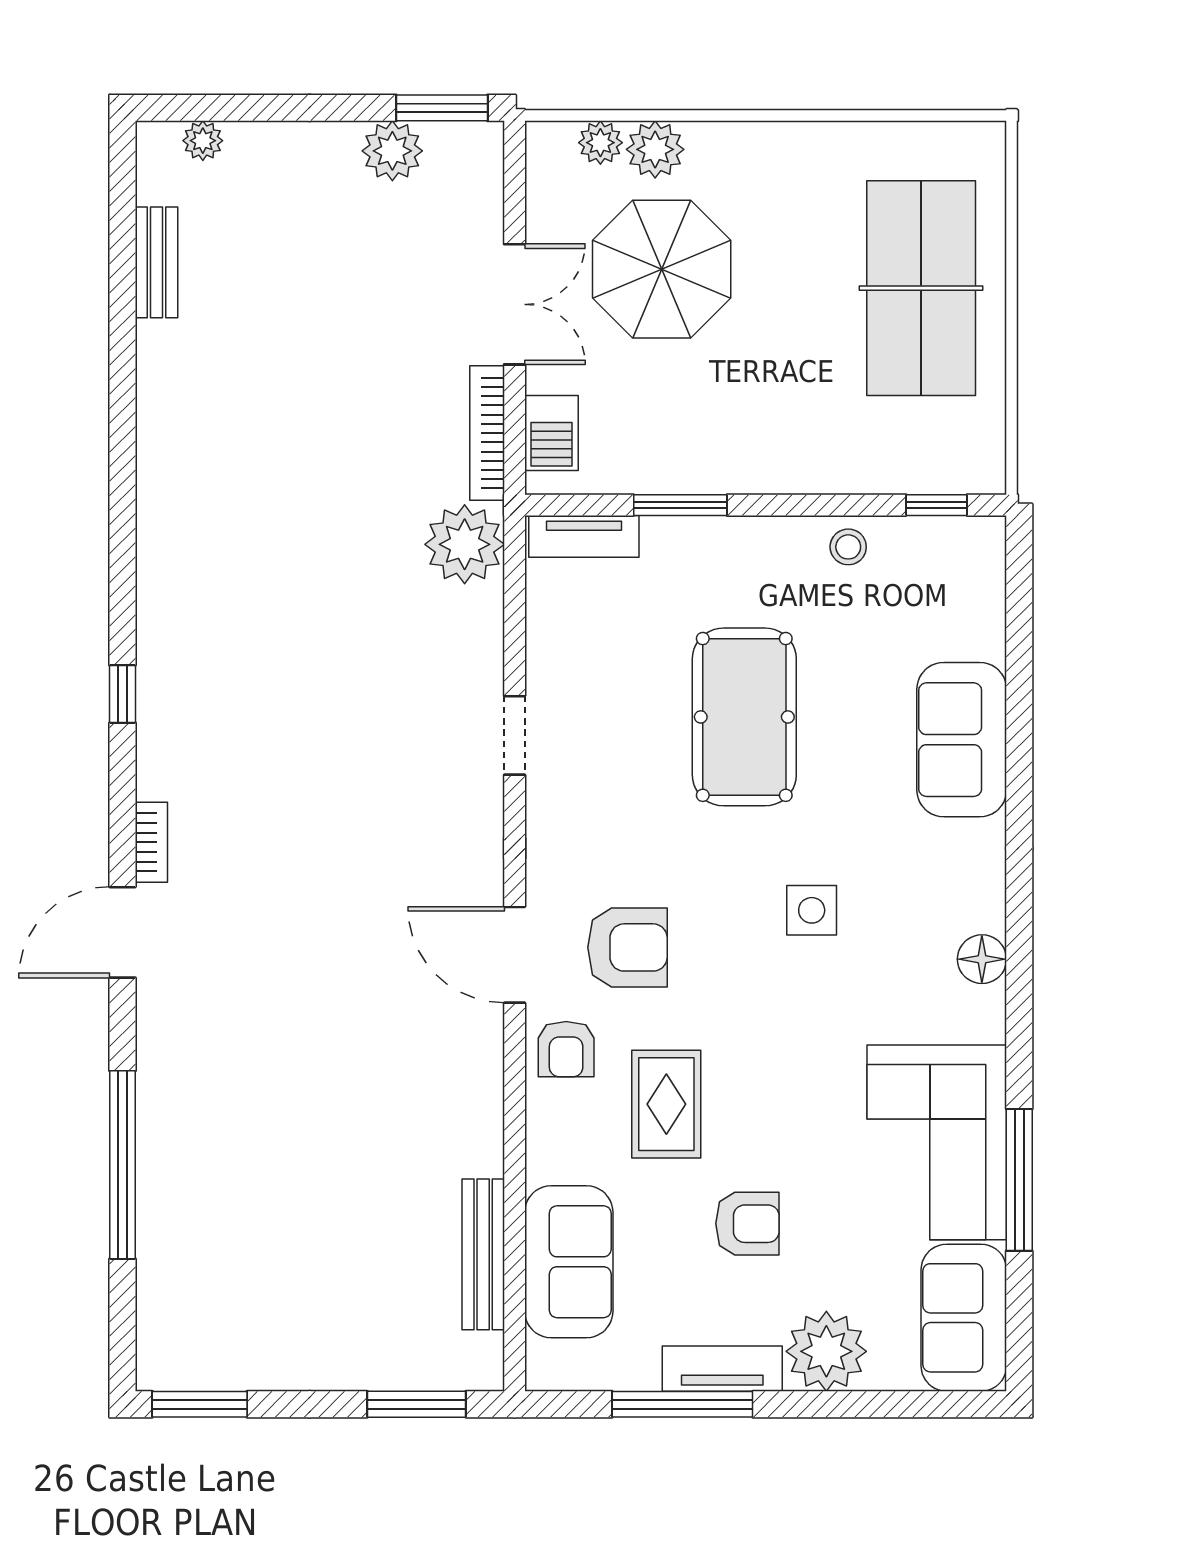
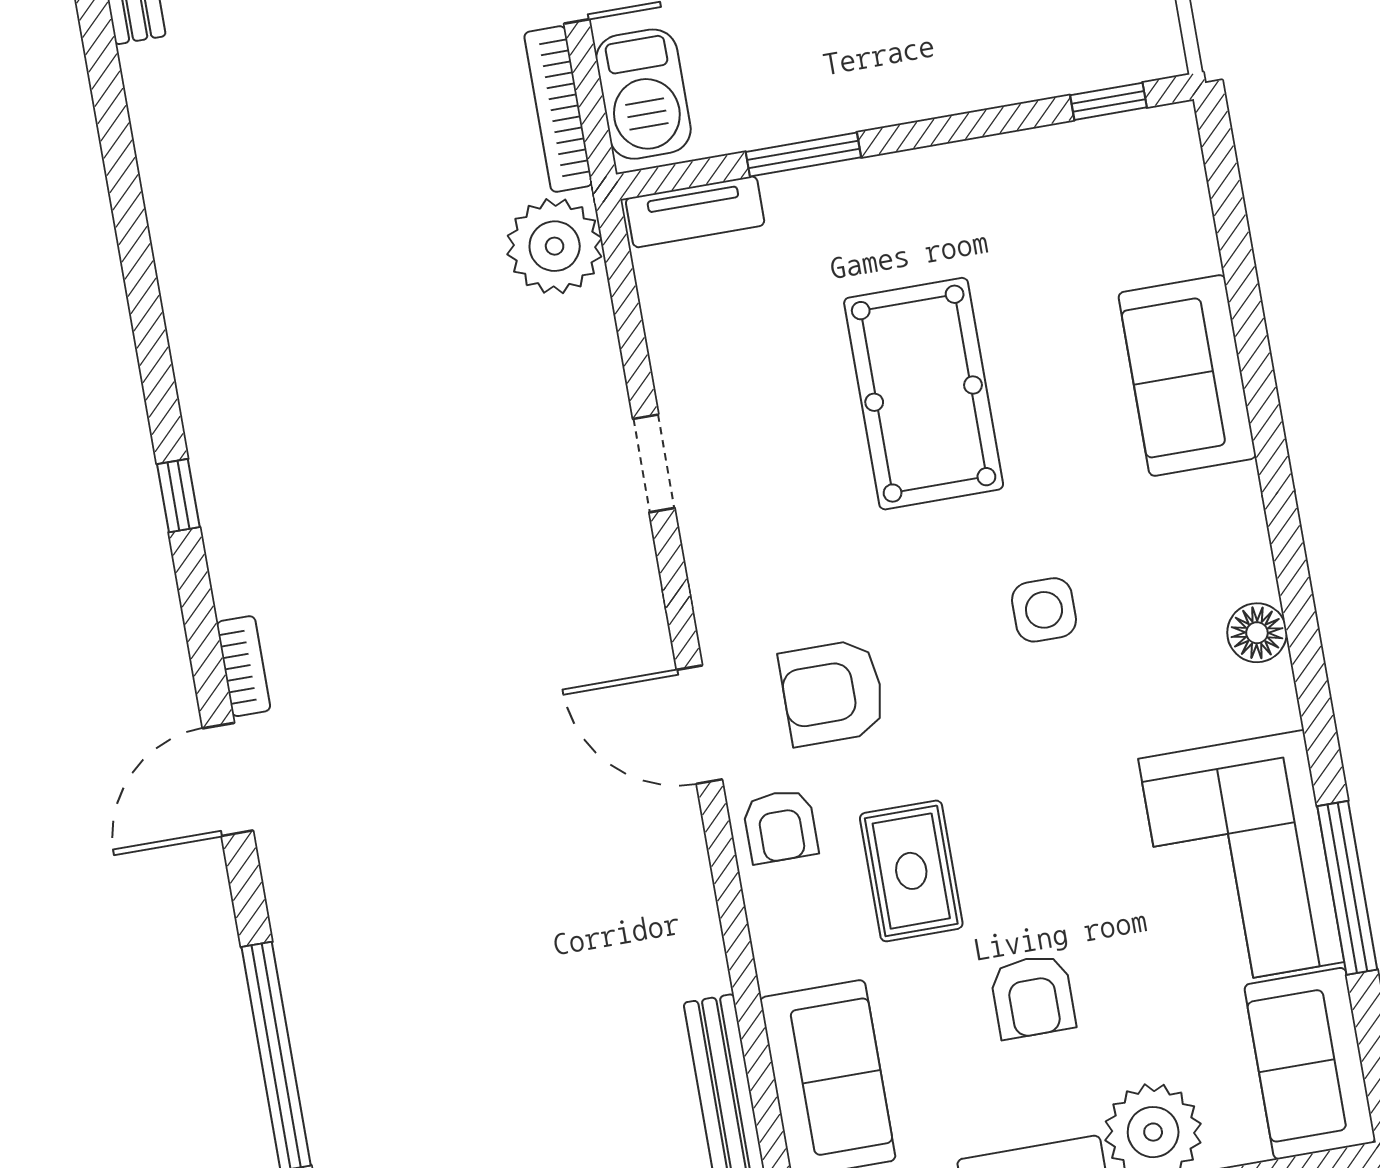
barbecue: (551, 433) -> (643, 94), width x1.38, depth x1.27
stool: (848, 547) -> (1012, 170), removed
armchair: (627, 947) -> (832, 692), turned 180
armchair: (747, 1224) -> (1033, 996), turned 90

